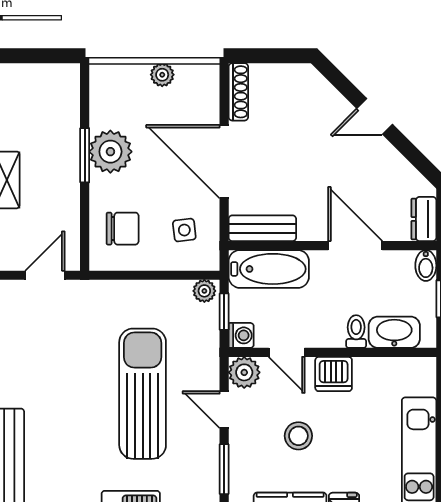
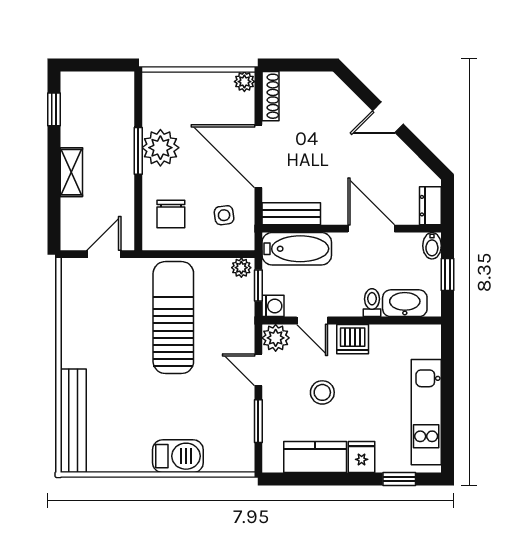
plant: (162, 75) -> (244, 82), moved
chair: (123, 229) -> (171, 214), turned 90
sun lounger: (143, 394) -> (173, 318), moved

